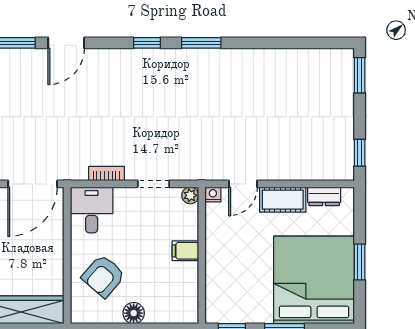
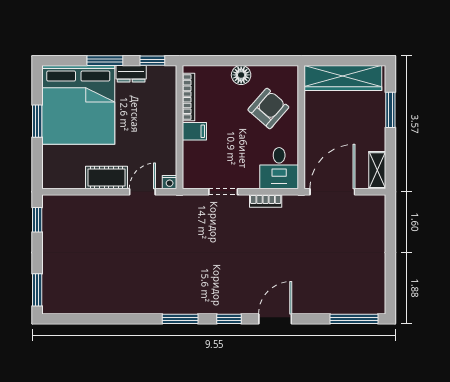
door: (66, 43) -> (275, 319), moved
plant: (190, 195) -> (190, 181), removed
dresser: (324, 196) -> (131, 74), moved, turned 180
bookcase: (192, 289) -> (189, 97), added

